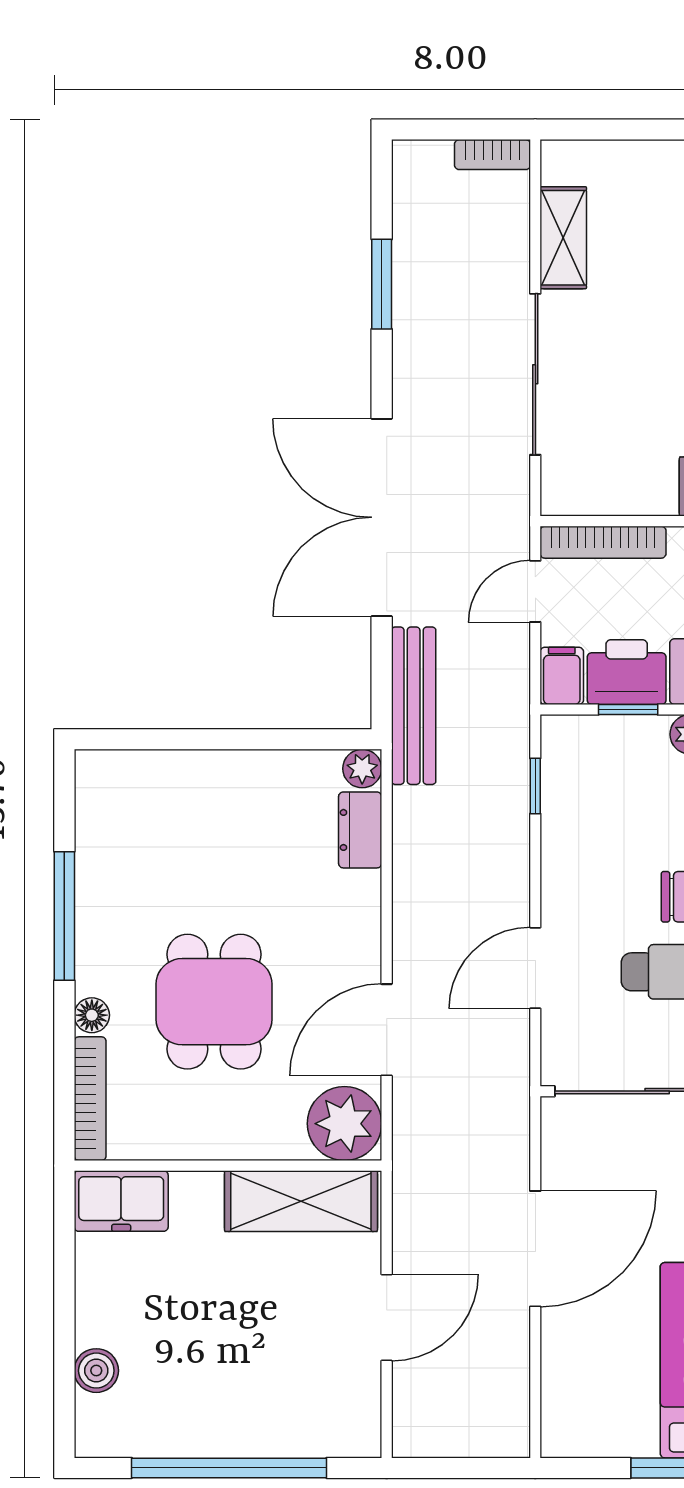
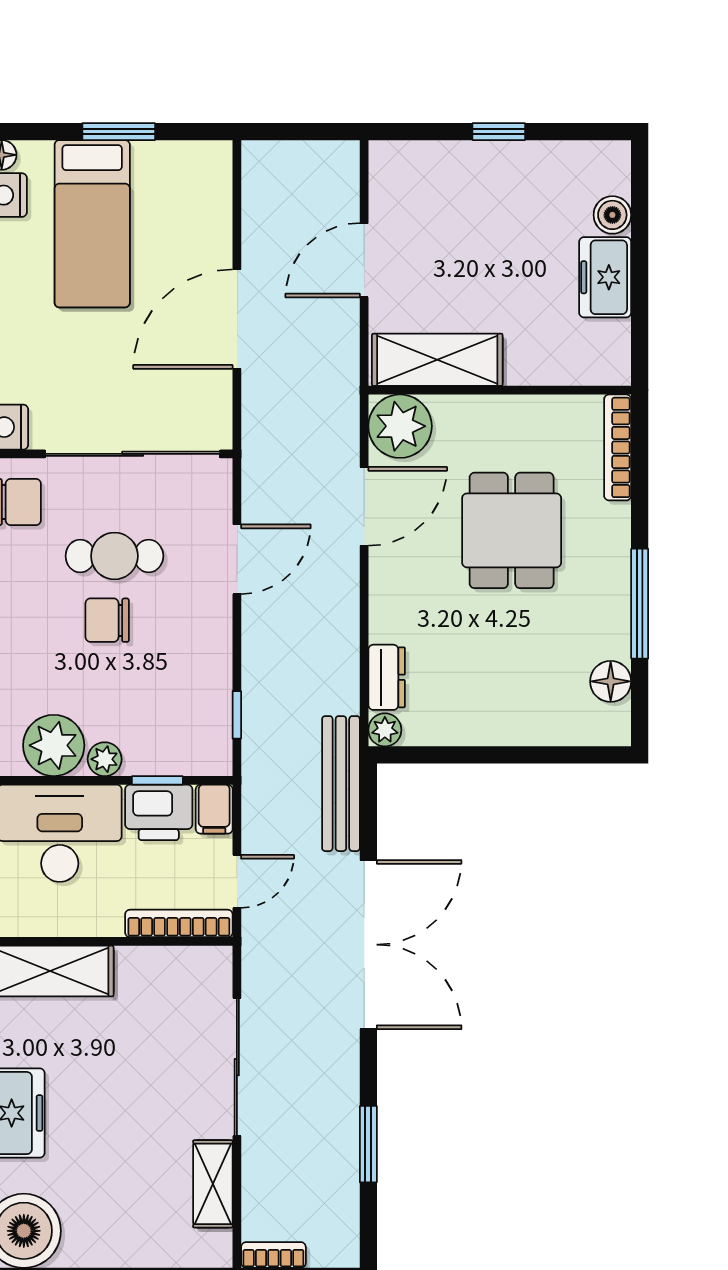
floor lamp: (92, 1015) -> (611, 681), moved, width x1.37, depth x1.37
freezer: (121, 1201) -> (605, 277), moved, turned -90
window: (229, 1468) -> (499, 132), width x0.32

